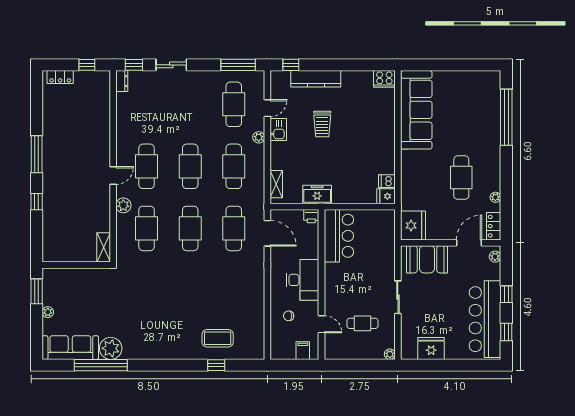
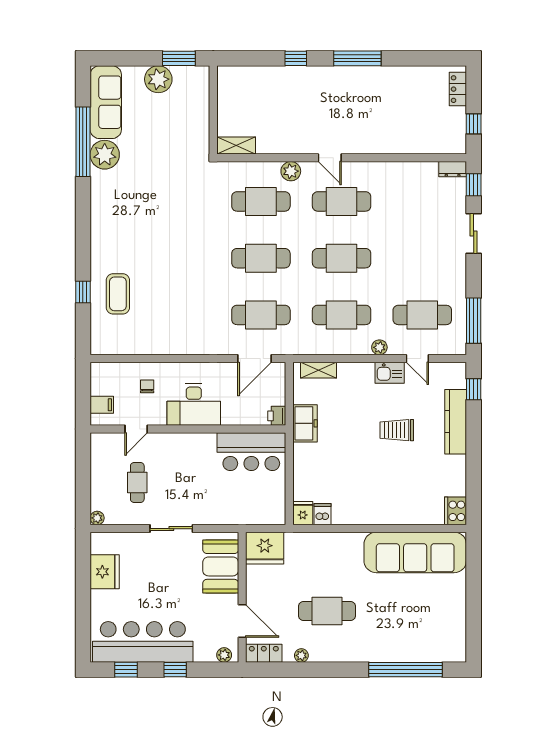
plant: (48, 312) -> (158, 79), width x1.87, depth x1.87

